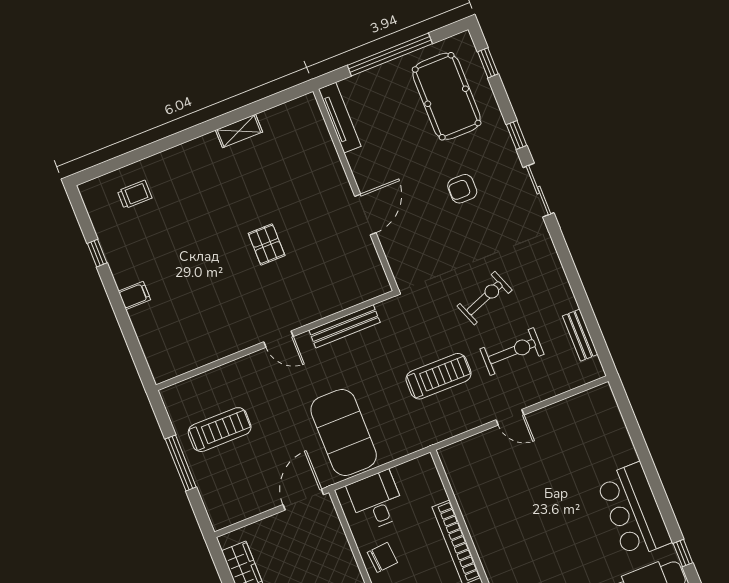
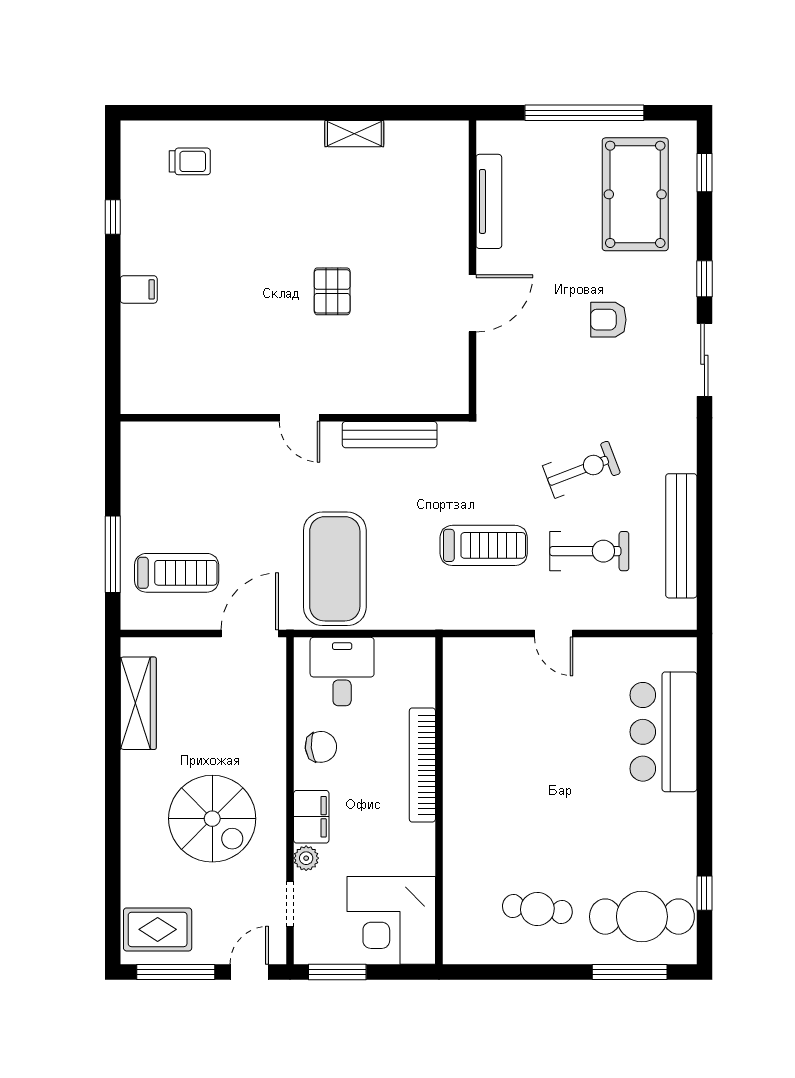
tv unit: (340, 118) -> (489, 201), moved
bench: (580, 335) -> (681, 536), width x1.86, depth x1.21
treadmill: (220, 430) -> (177, 573), moved
window: (181, 463) -> (113, 554), moved
bar counter: (634, 511) -> (663, 732), moved

